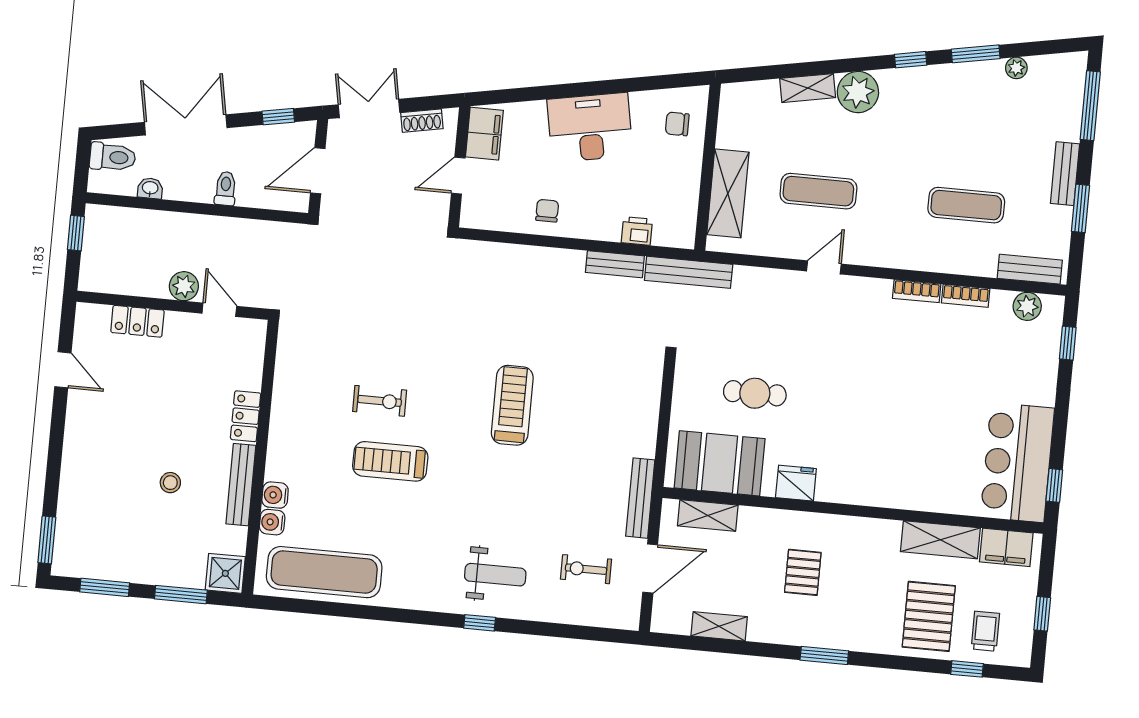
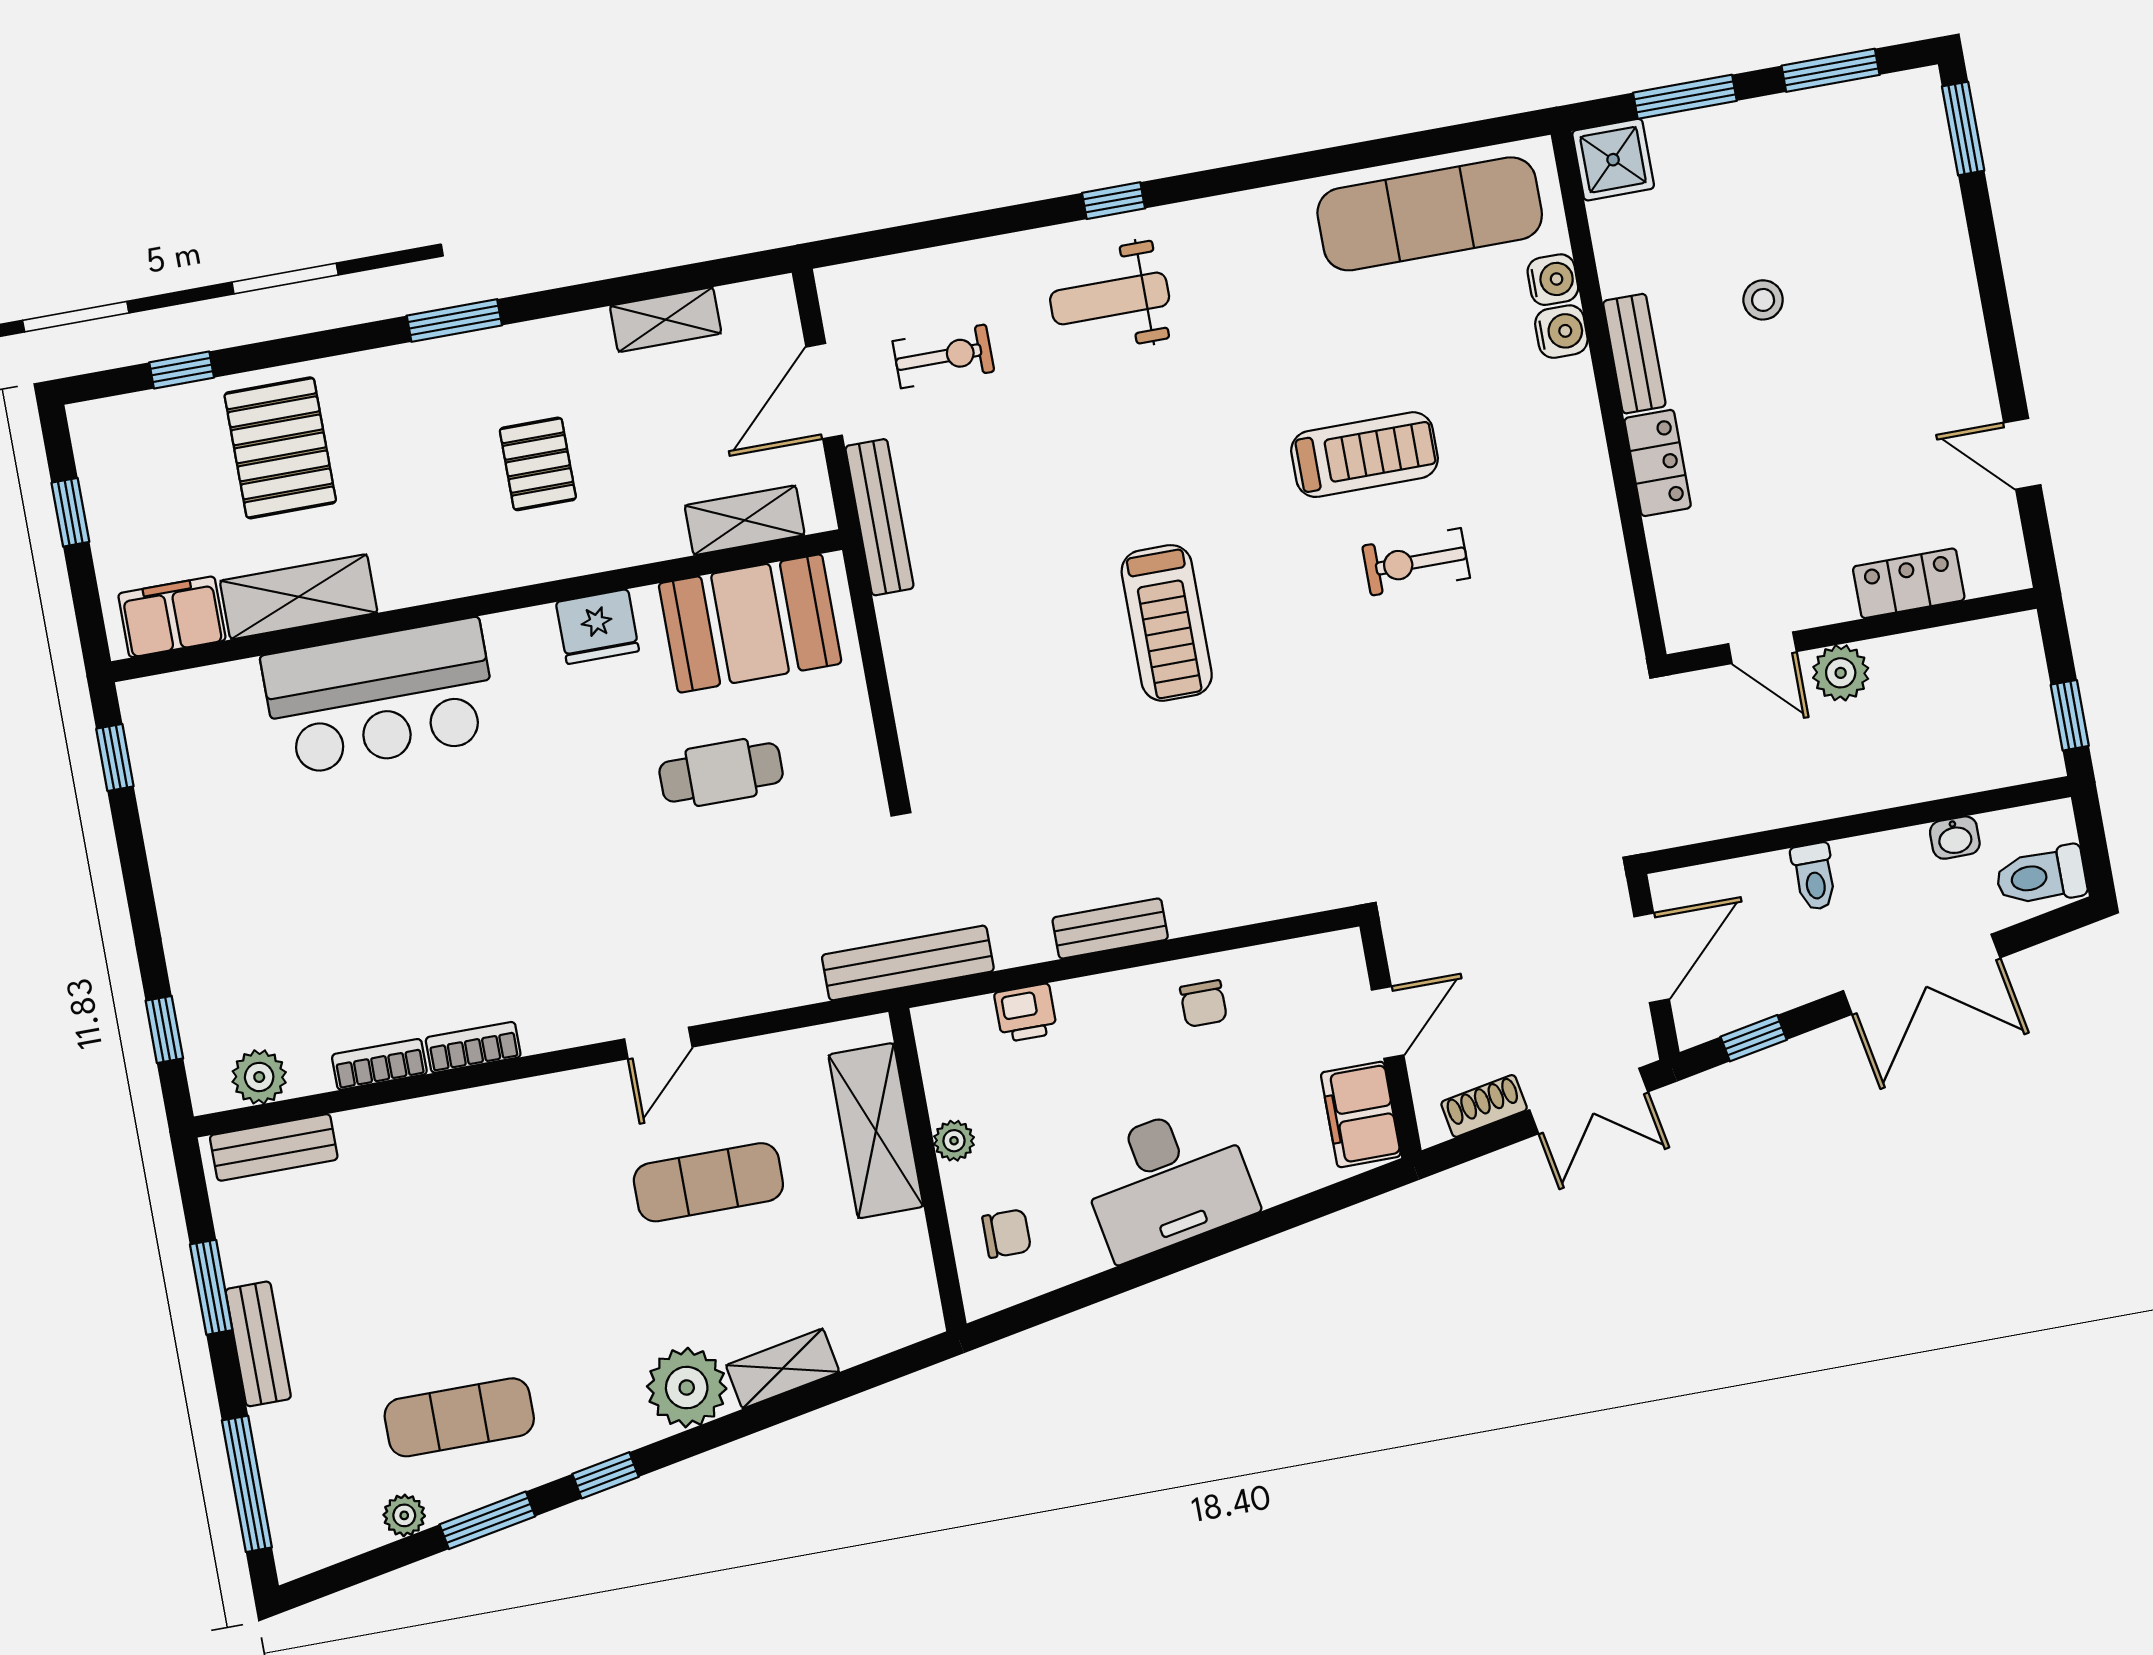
plant: (690, 177) -> (954, 1141), added
exercise mat: (966, 205) -> (459, 1417), moved
bench: (615, 264) -> (1110, 929), moved
bar counter: (1017, 463) -> (380, 697), moved, turned 90
bench: (241, 485) -> (1634, 354), width x0.73
trolley: (985, 631) -> (167, 450), removed

